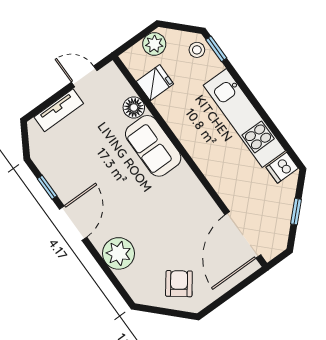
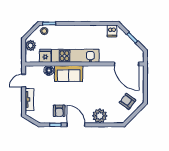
kitchen unit: (244, 118) -> (75, 56), moved, turned 180
armchair: (76, 176) -> (59, 111), added

